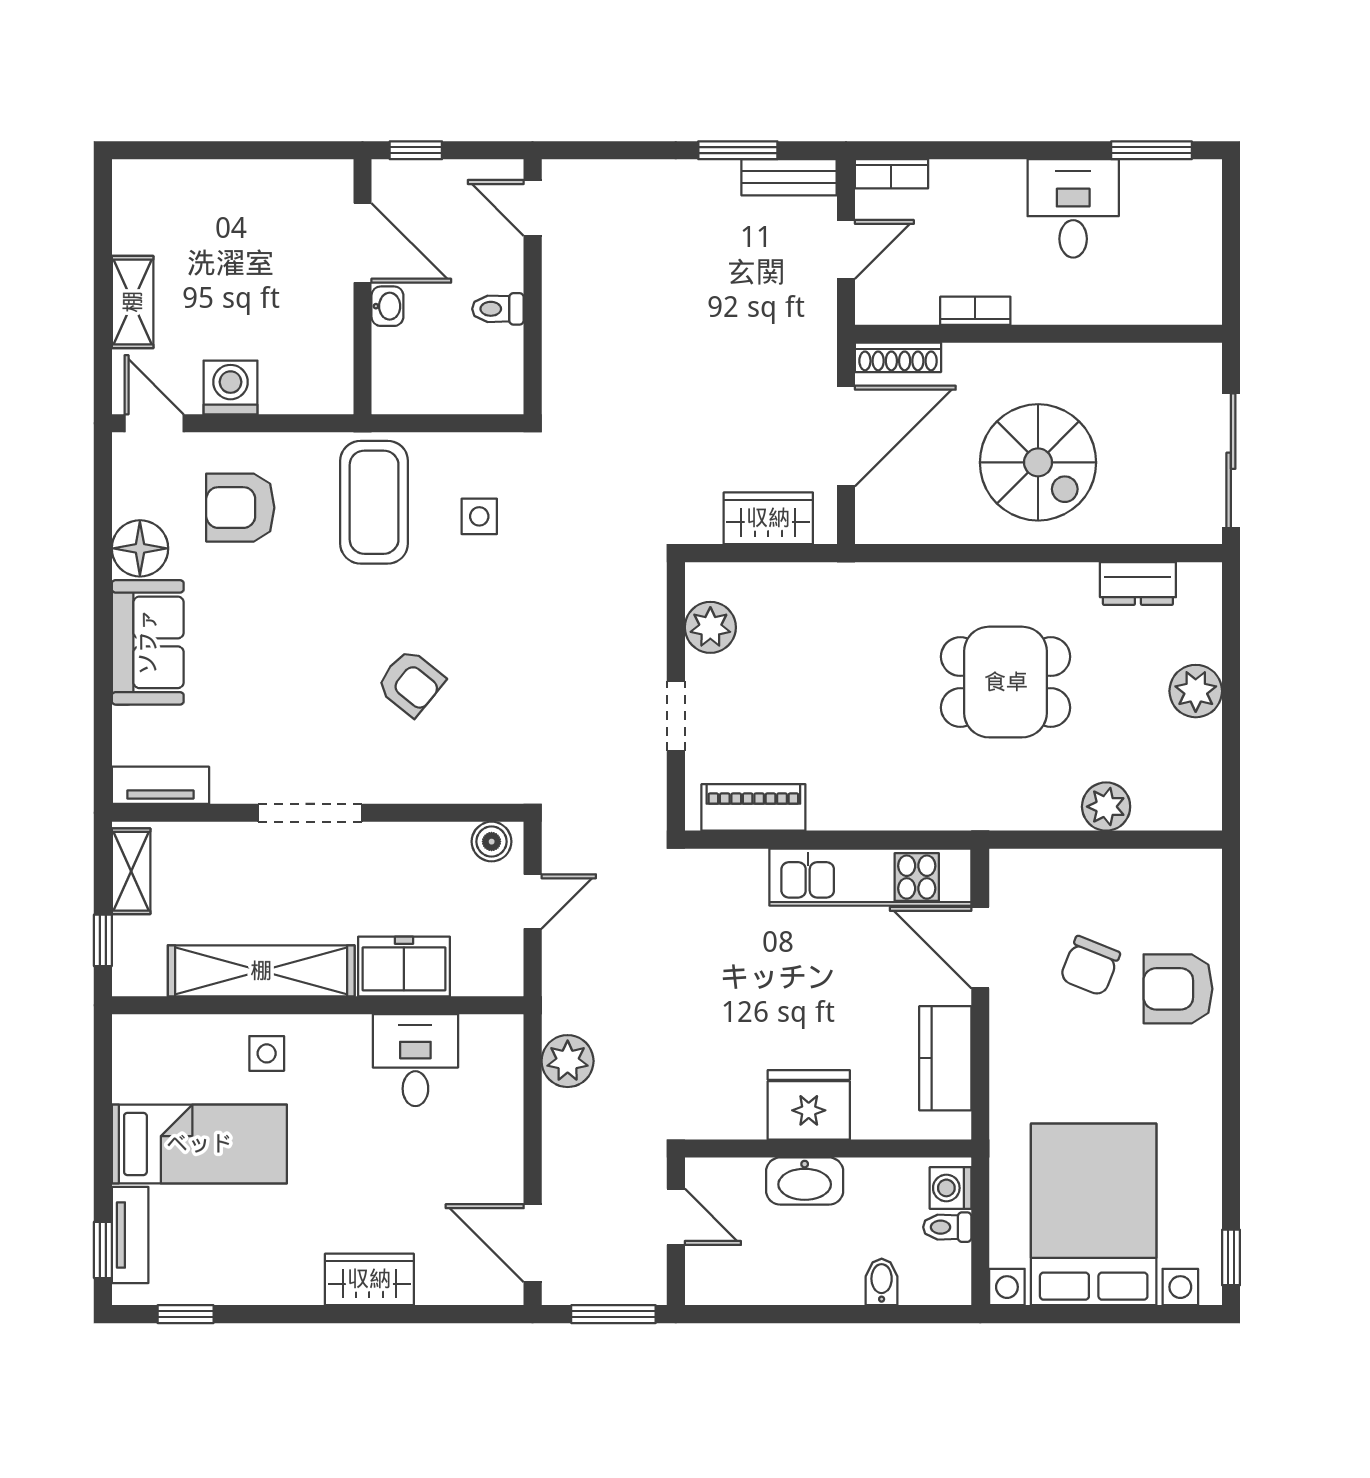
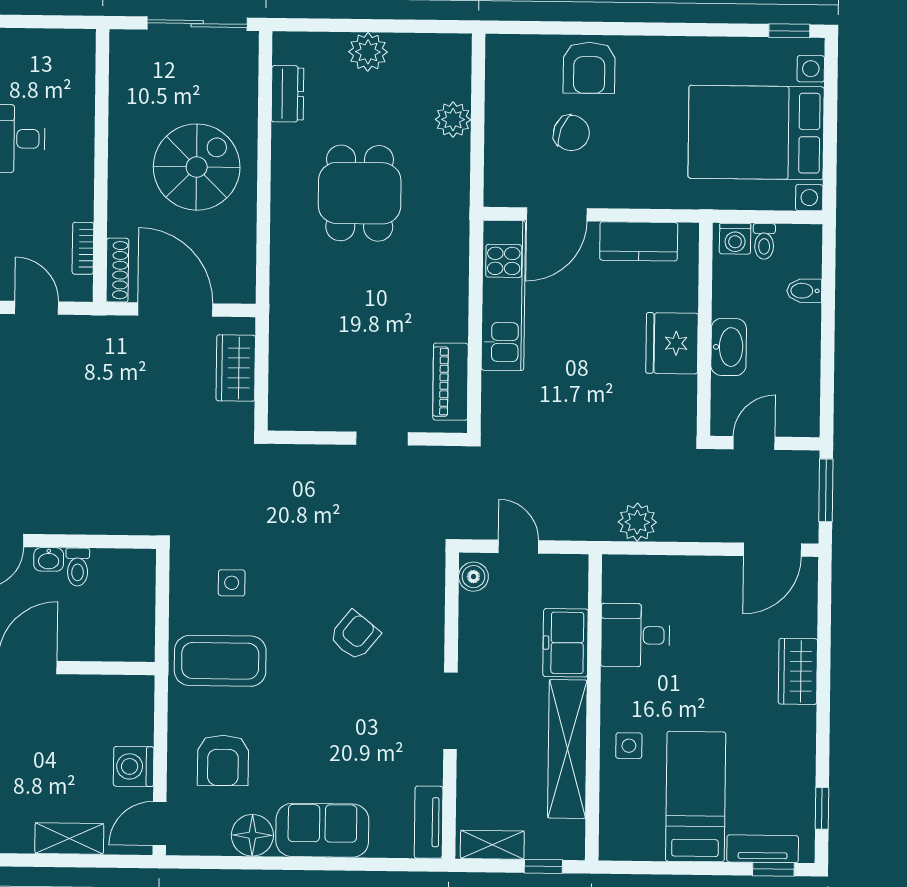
washbasin: (387, 306) -> (49, 559), moved, turned 180
bookcase: (975, 311) -> (83, 248), moved
plant: (710, 627) -> (316, 412), removed

